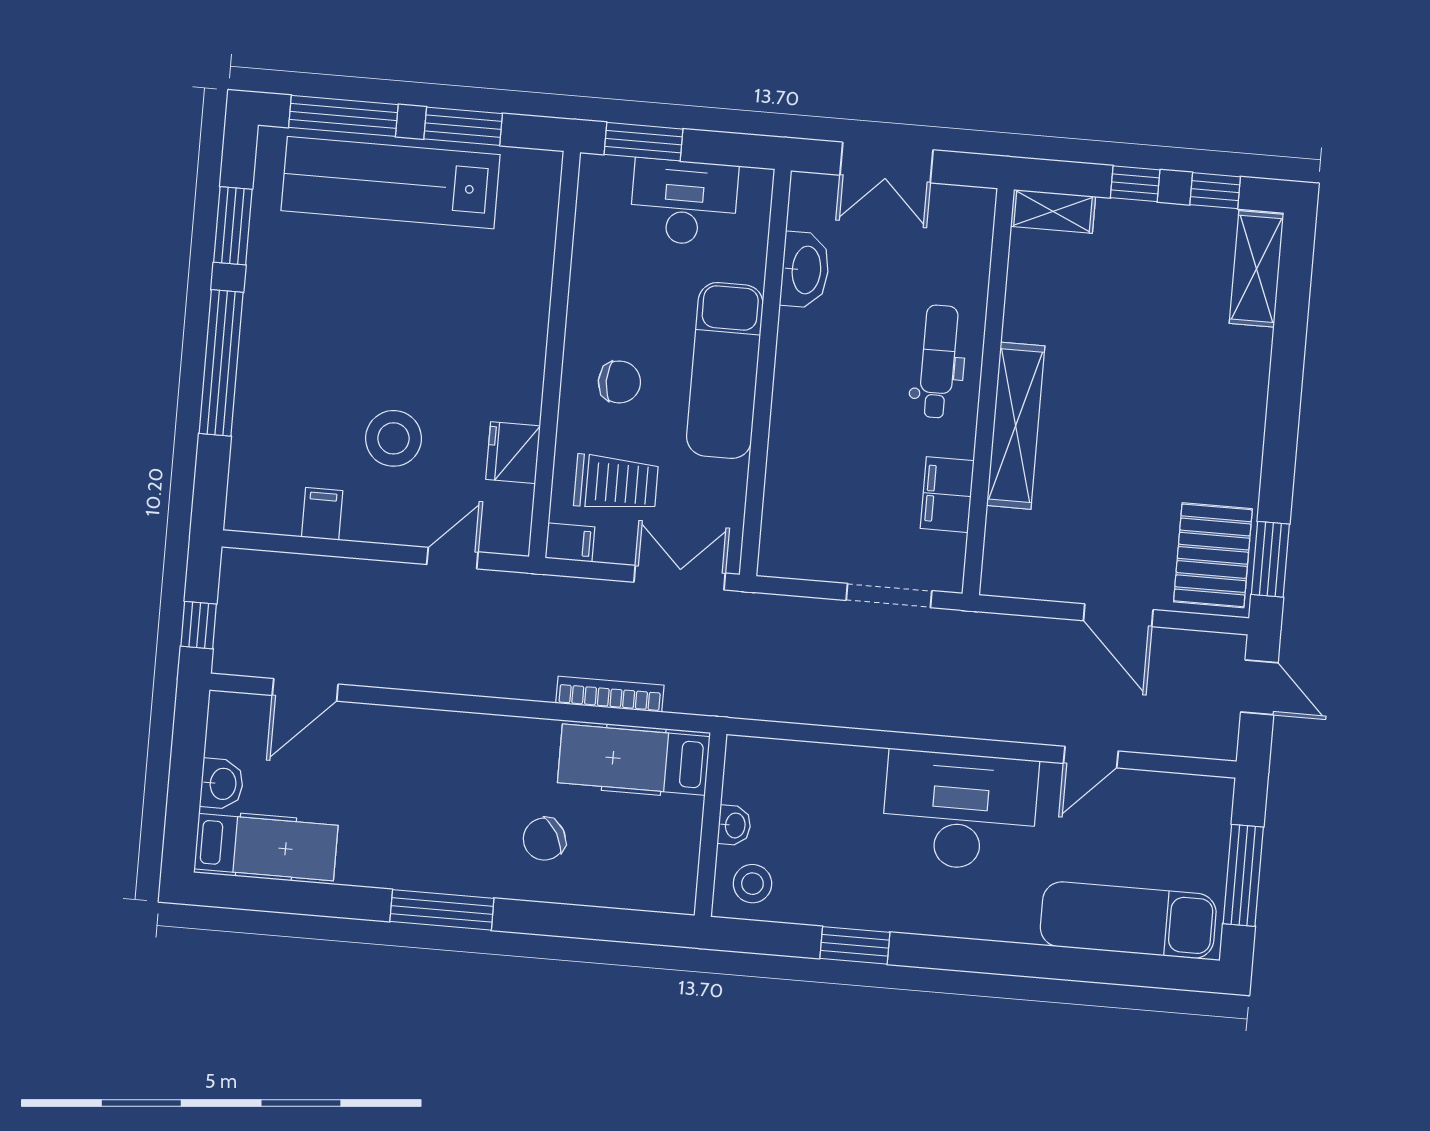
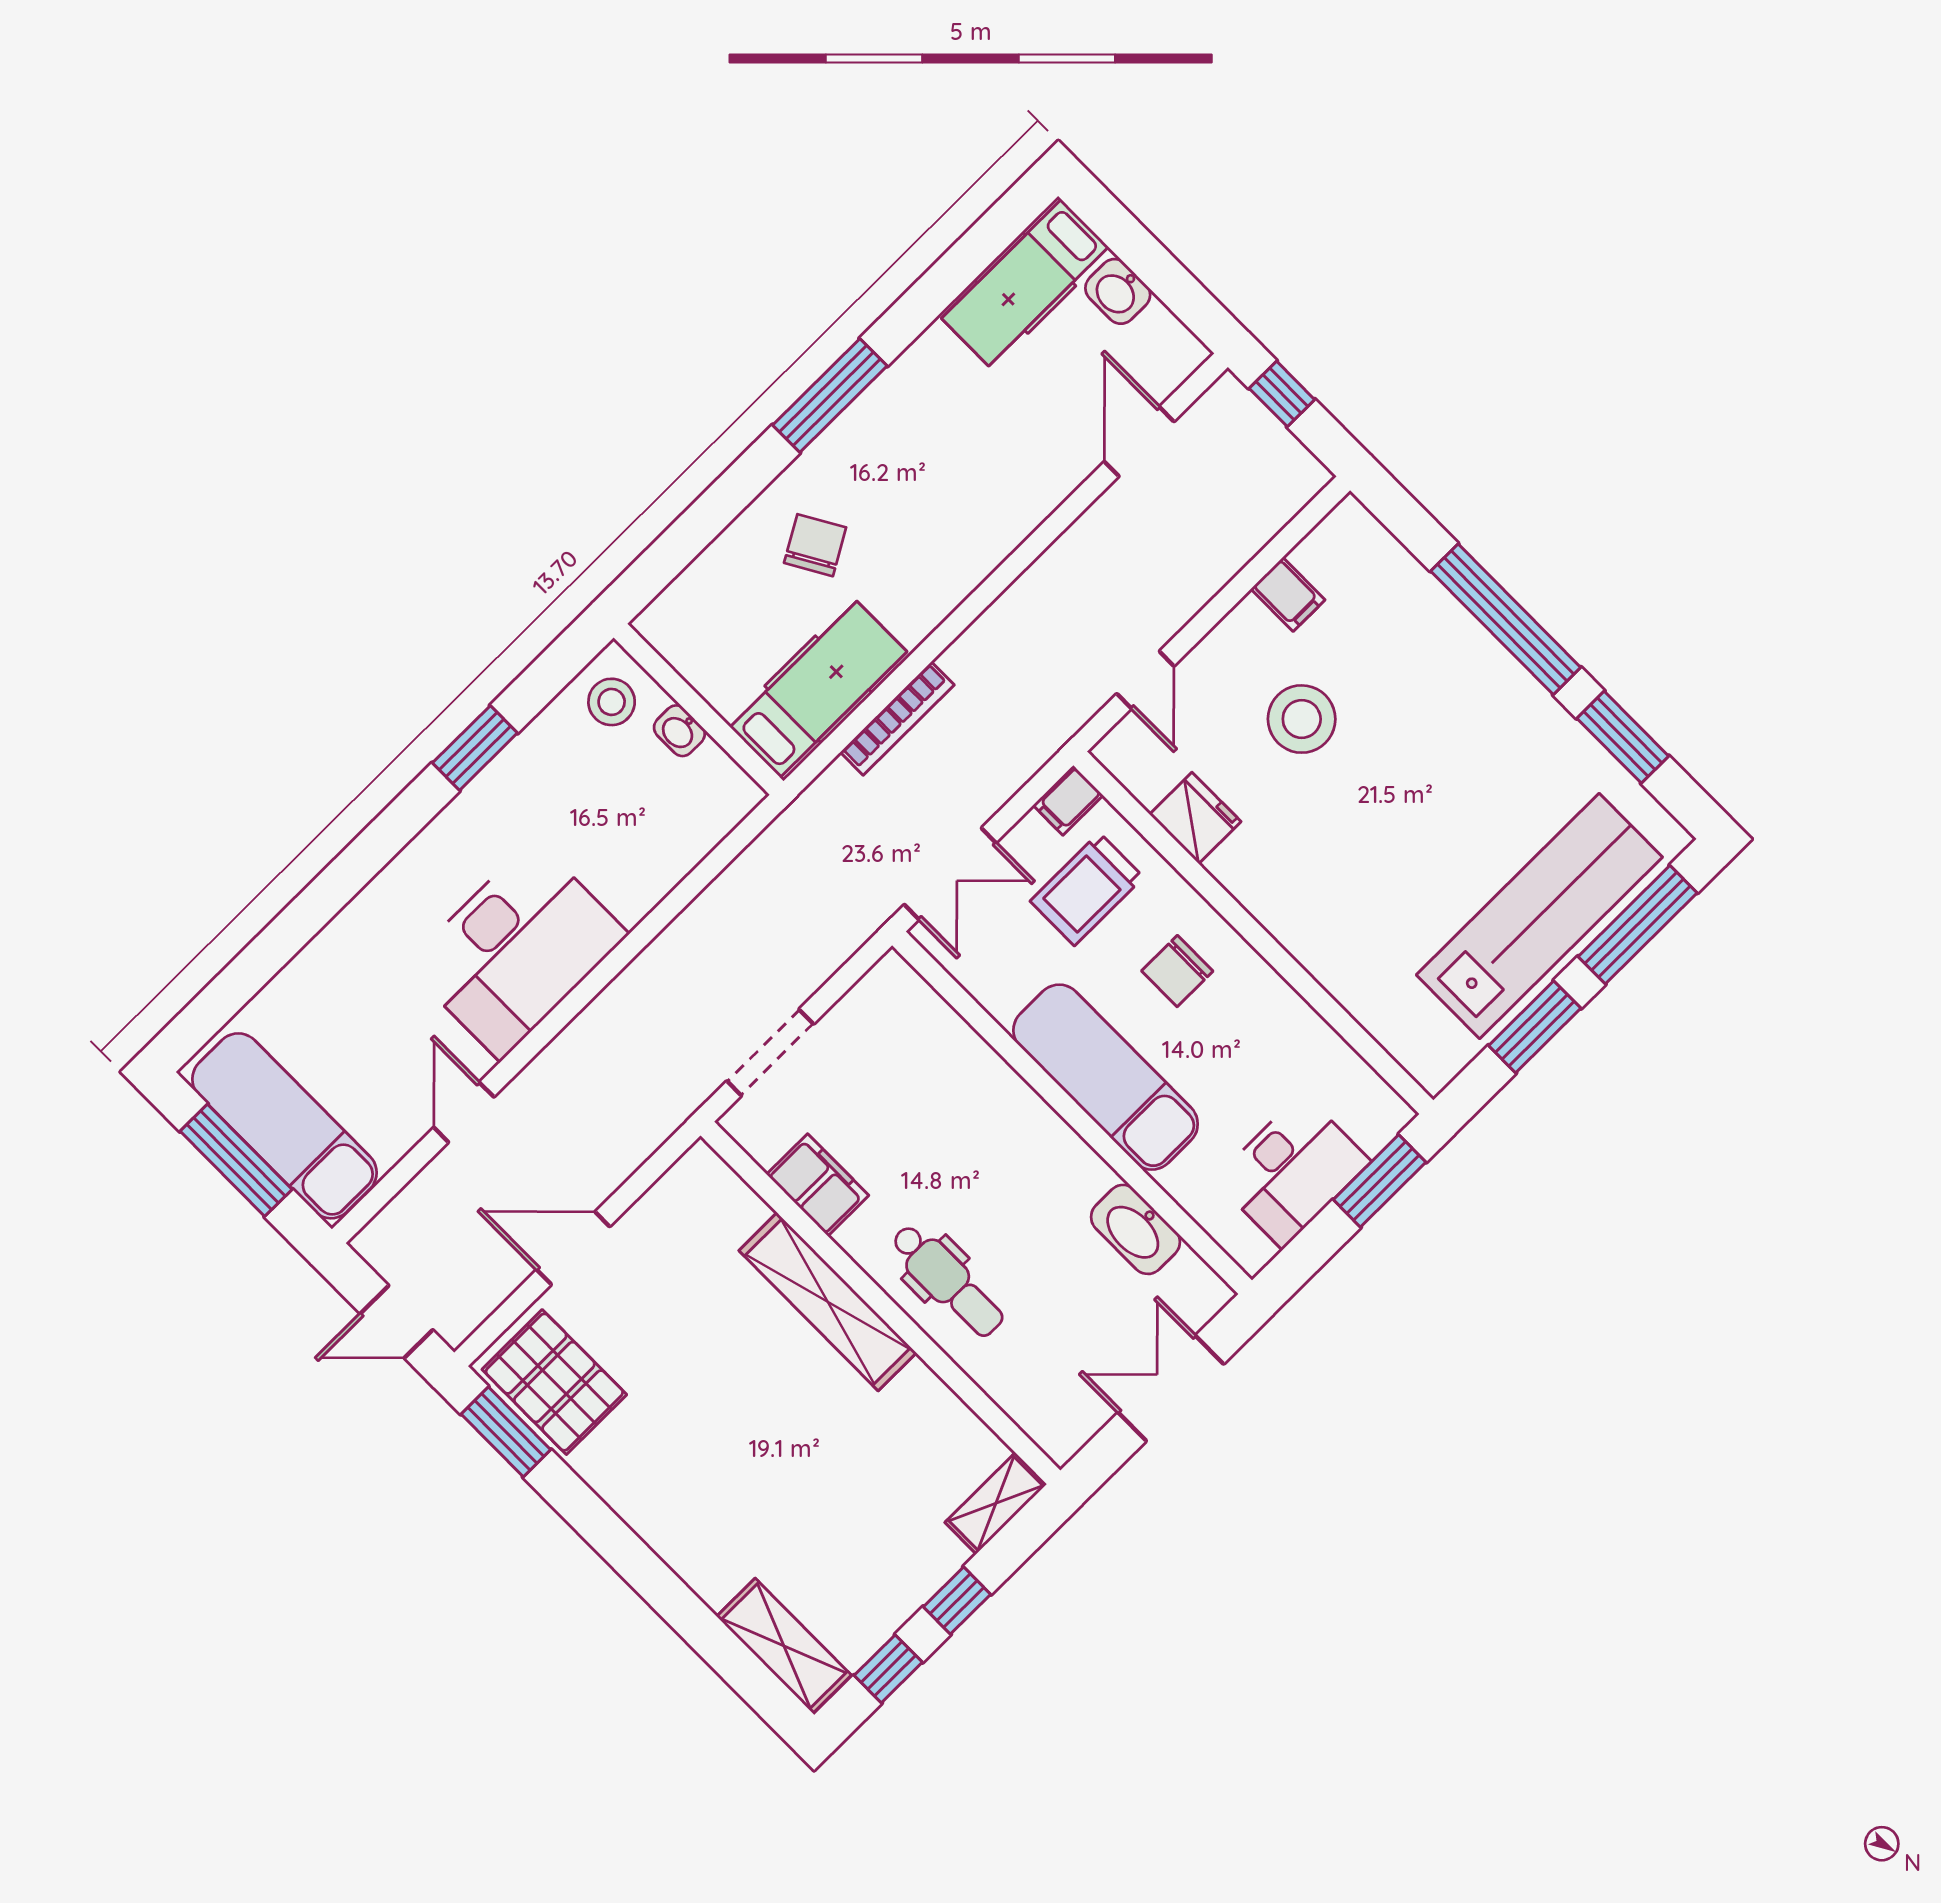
exam couch: (1128, 920) -> (284, 1126), moved, turned -90

